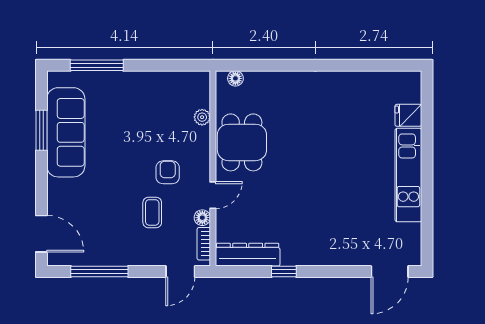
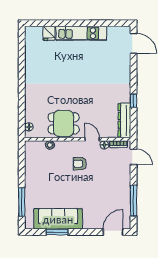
coffee table: (152, 212) -> (102, 172), removed

